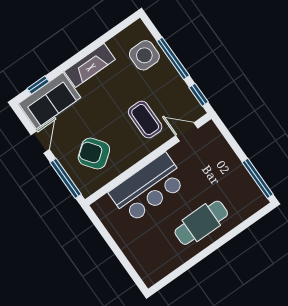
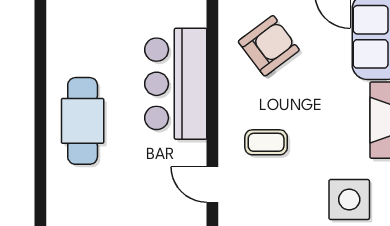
coffee table: (145, 120) -> (266, 142), width x0.73, depth x0.77
door: (187, 132) -> (212, 185), swing flipped

